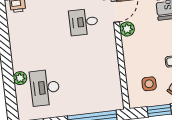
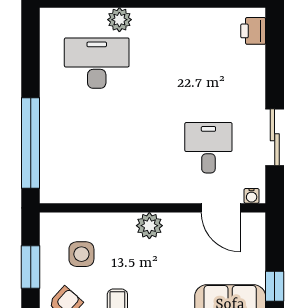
plant: (127, 29) -> (149, 226), moved

